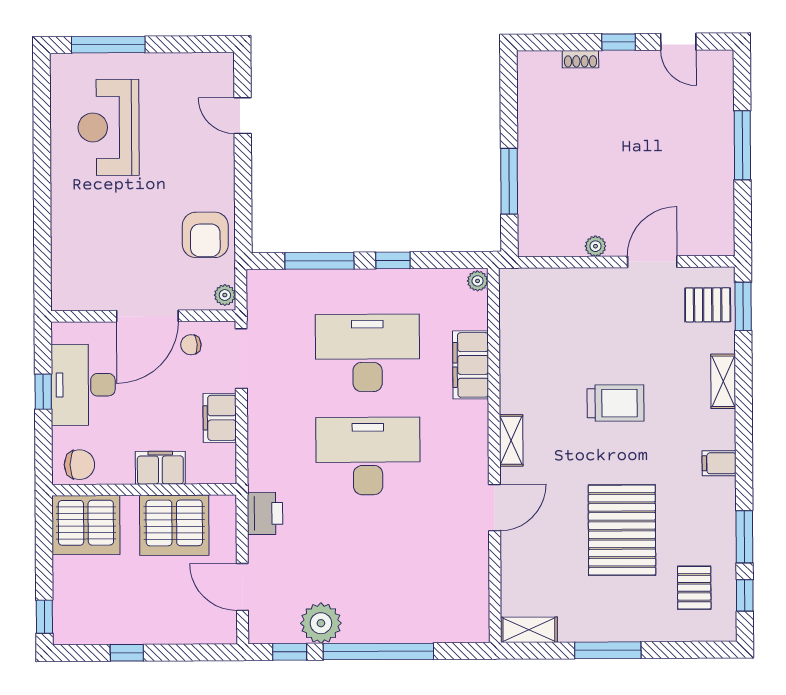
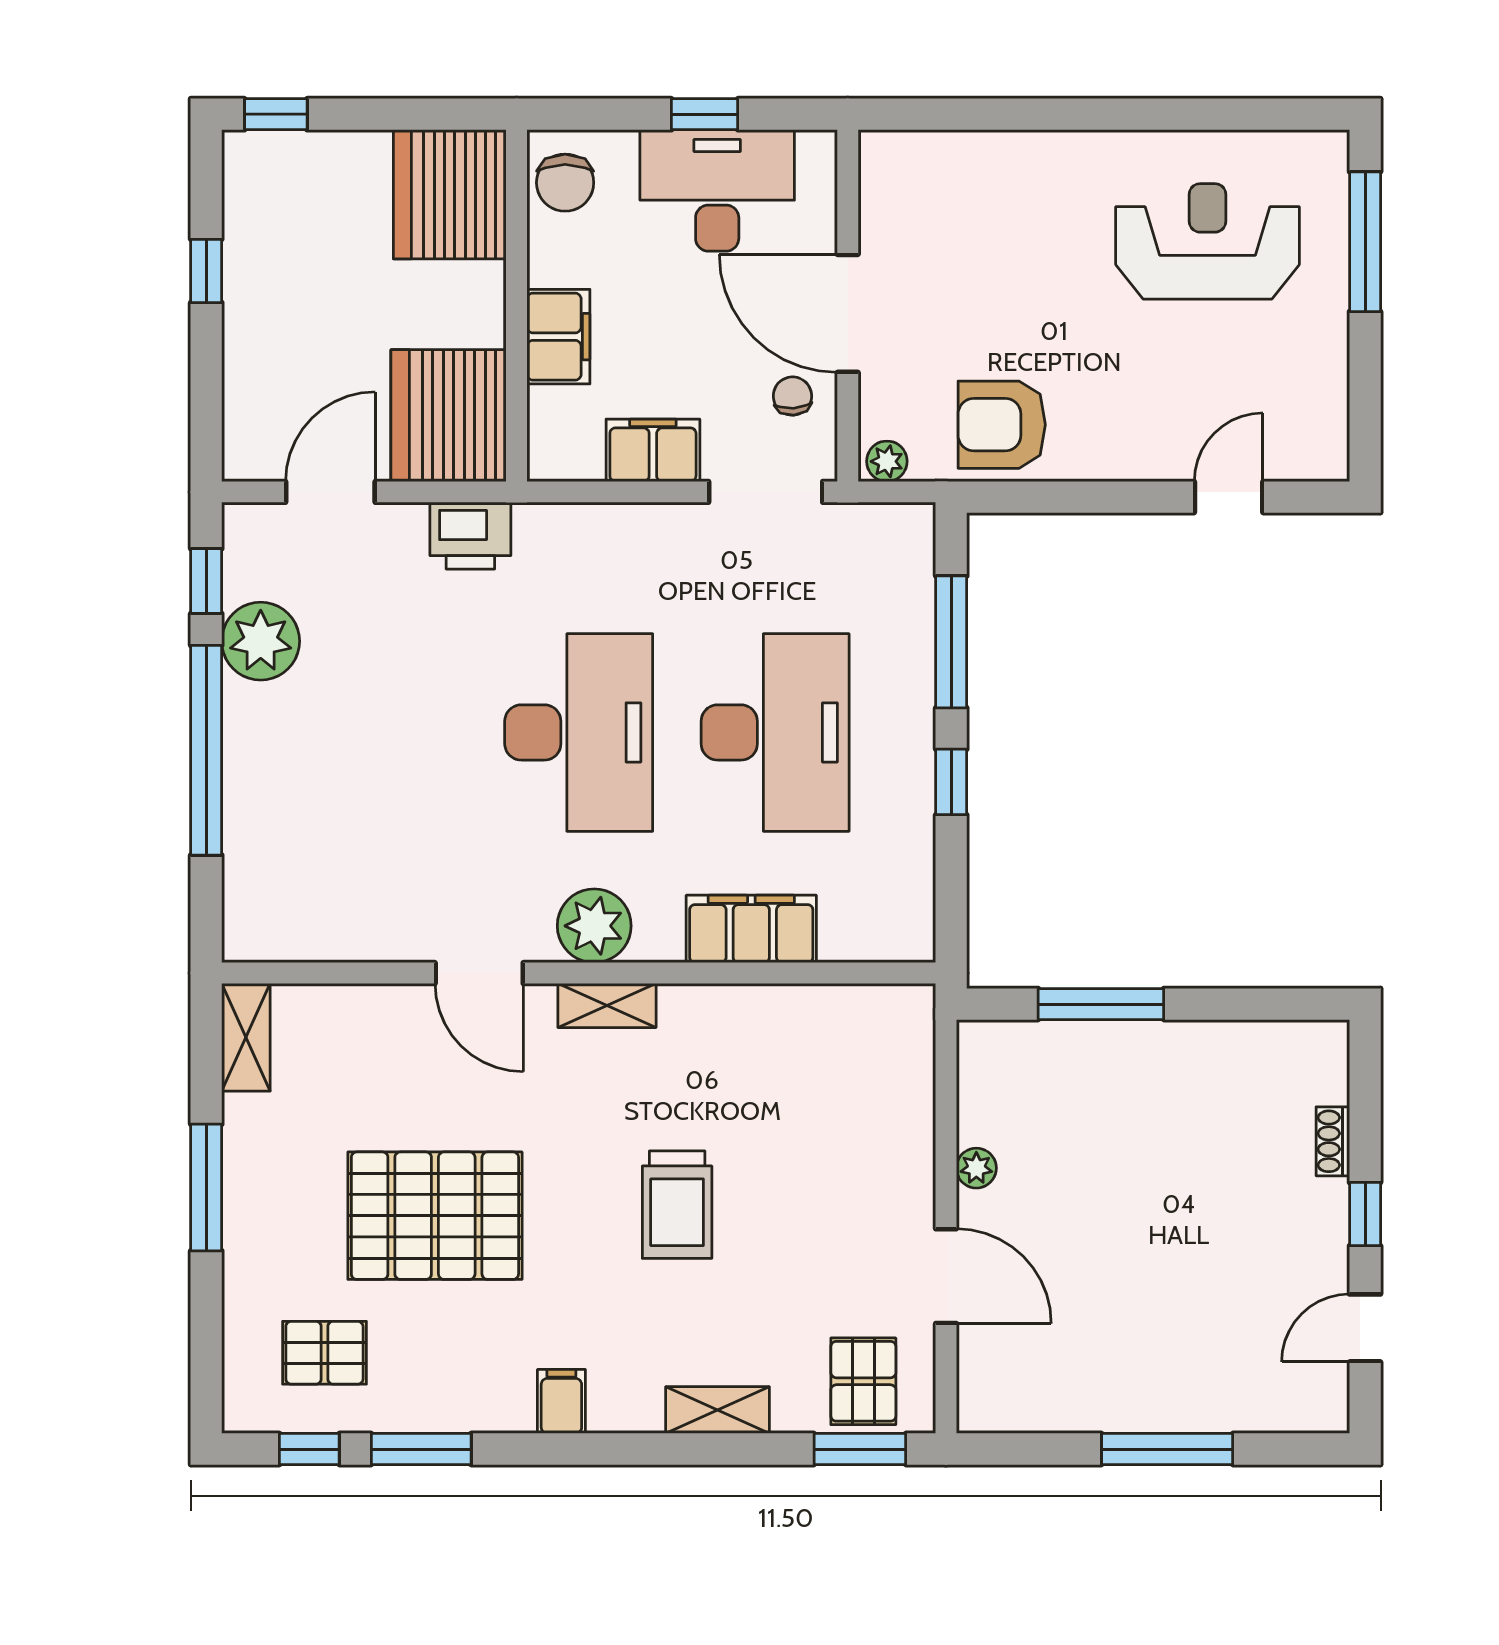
plant: (478, 281) -> (594, 926), moved, width x1.87, depth x1.87
server rack: (174, 525) -> (449, 416), moved

